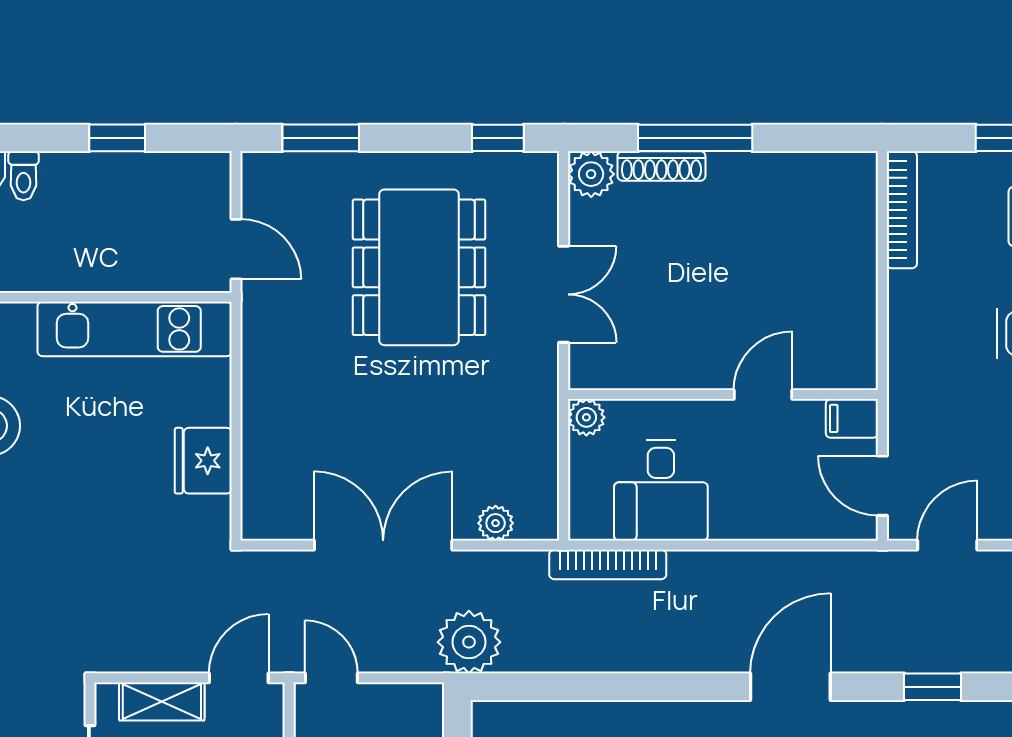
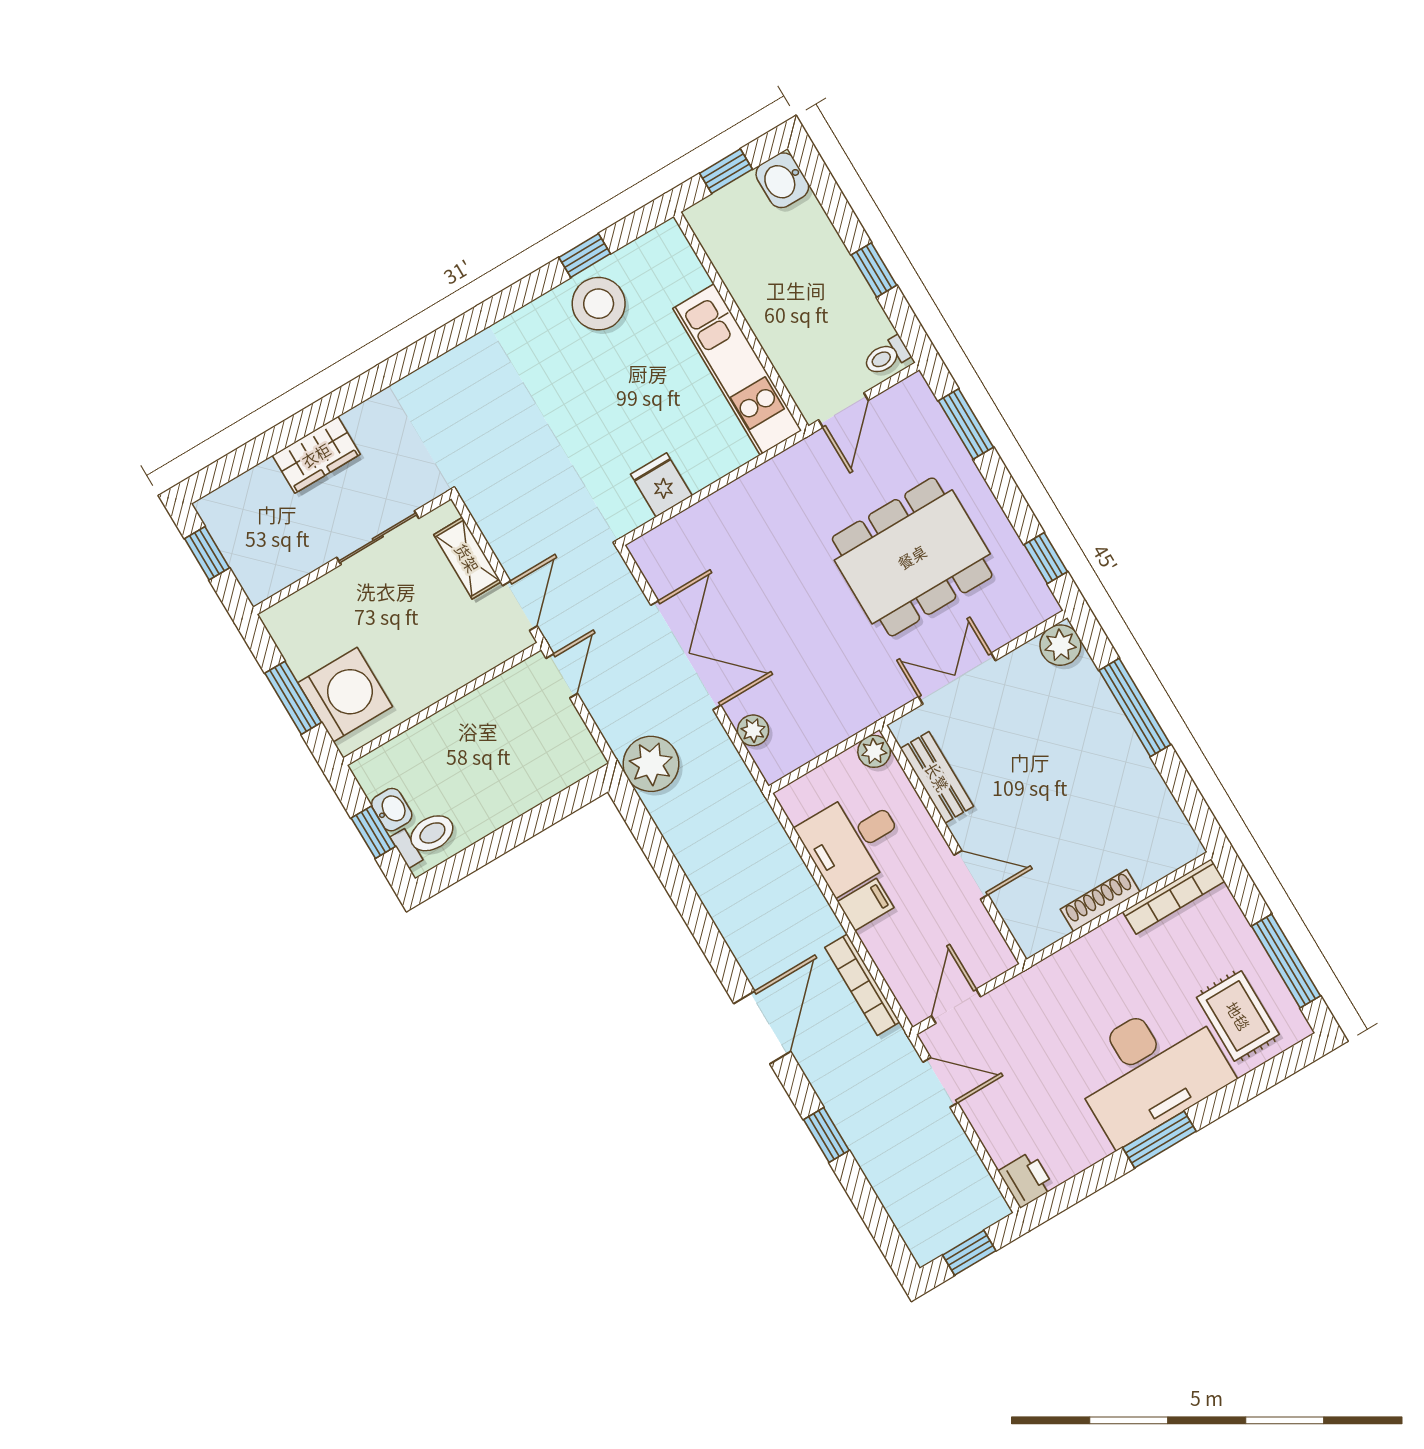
shoe rack: (661, 166) -> (1100, 901), moved, turned 90
toilet: (23, 176) -> (886, 356), moved
double door: (564, 294) -> (957, 679), swing flipped
bench: (648, 371) -> (937, 777), added
filing cabinet: (852, 418) -> (866, 905), moved, turned 90
fridge: (203, 461) -> (661, 485), width x0.72
bookcase: (608, 564) -> (862, 985), moved
door: (239, 678) -> (520, 606), hinge flipped
door: (790, 687) -> (762, 1027), hinge flipped

